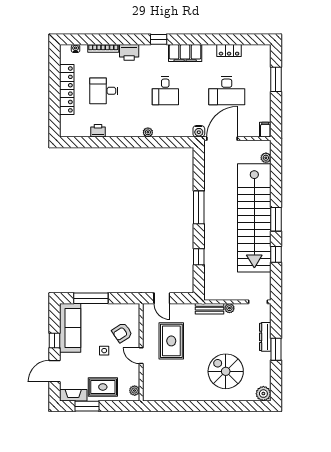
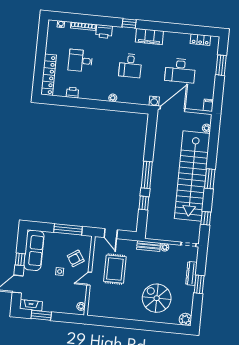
locker: (229, 51) -> (200, 40), moved
locker: (67, 89) -> (49, 75), moved
window: (199, 207) -> (147, 175), moved
window: (276, 254) -> (206, 218), moved
window: (91, 298) -> (68, 229), moved
door: (141, 356) -> (89, 279), hinge flipped
rug: (103, 387) -> (56, 301), removed

